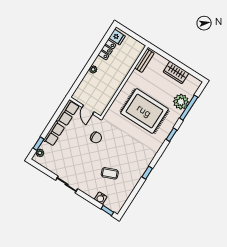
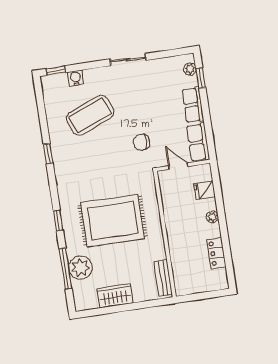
fridge: (117, 37) -> (204, 190), moved
coffee table: (110, 173) -> (90, 115), width x1.86, depth x1.72

